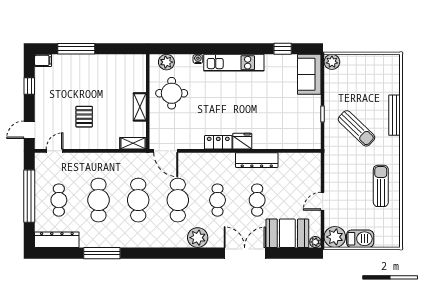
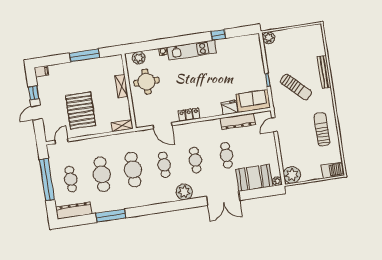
window: (76, 49) -> (85, 55), moved
window: (283, 49) -> (218, 35), moved
sofa: (309, 74) -> (253, 101), moved, turned 90
shelving: (140, 107) -> (121, 86), moved
pallet: (84, 117) -> (81, 111), width x2.05, depth x2.00
door: (29, 130) -> (37, 113), moved
fridge: (242, 141) -> (230, 107), moved
door: (166, 151) -> (162, 126), moved
dresser: (257, 160) -> (238, 121), moved
cafe table: (178, 200) -> (164, 165), width x0.73, depth x0.74
door: (323, 201) -> (274, 125), moved
barbecue: (360, 239) -> (333, 170), moved
double door: (245, 253) -> (223, 198), swing flipped

